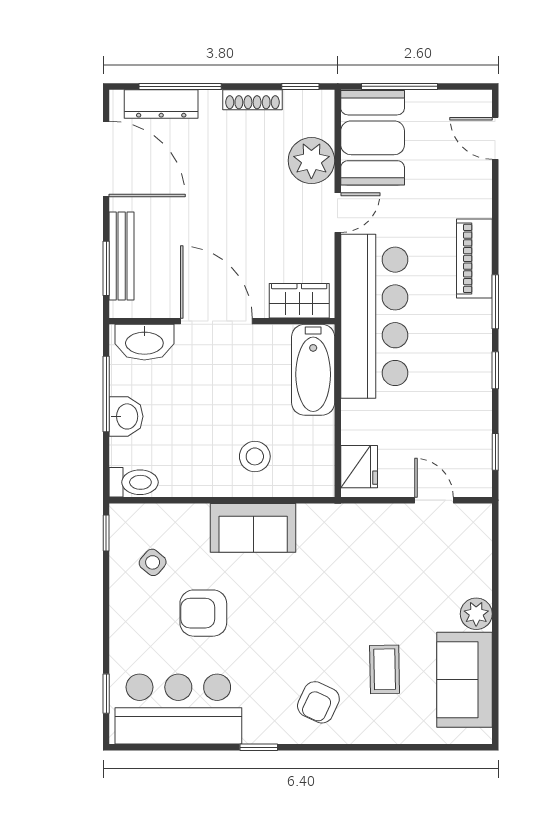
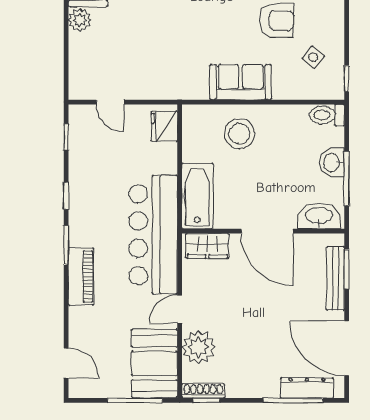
shoe rack: (253, 100) -> (203, 391), moved
stool: (255, 456) -> (239, 134), width x1.38, depth x1.38

